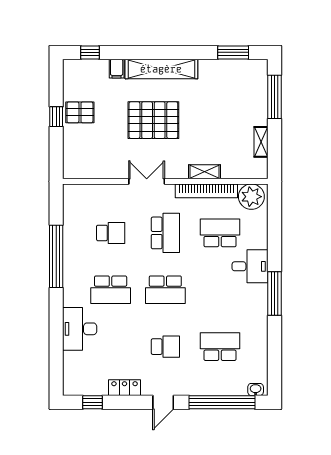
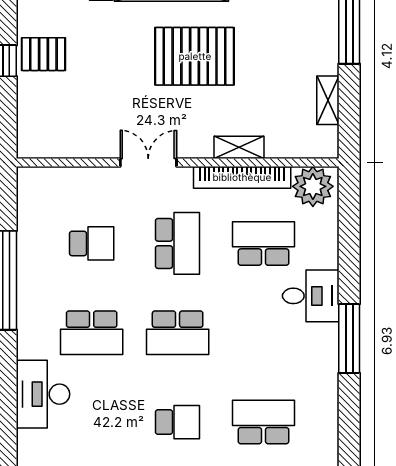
pallet: (153, 120) -> (195, 56), moved

